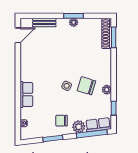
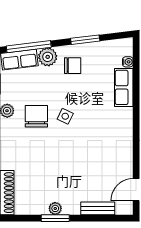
chair: (86, 86) -> (36, 116), turned -107
row of seats: (26, 95) -> (124, 87), moved

